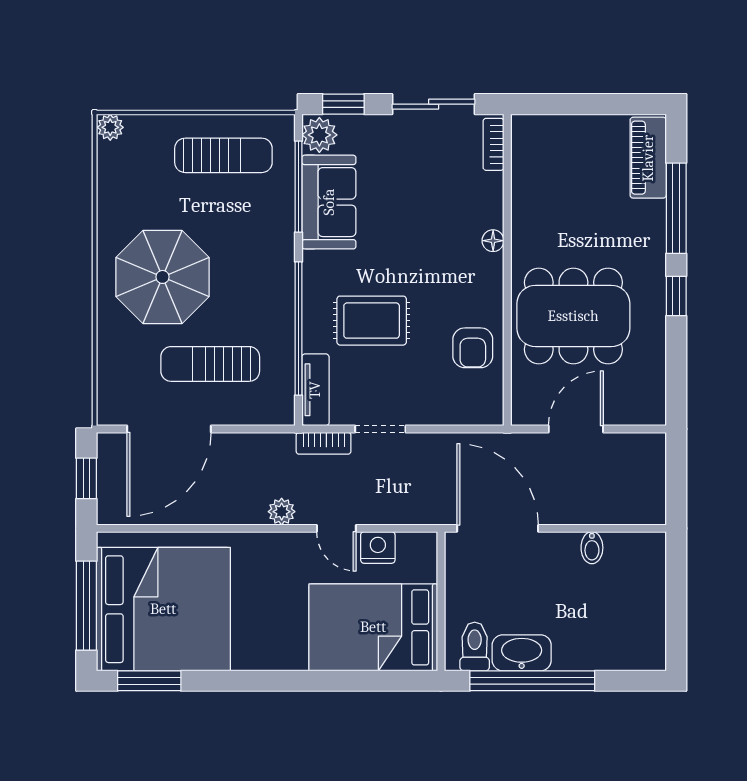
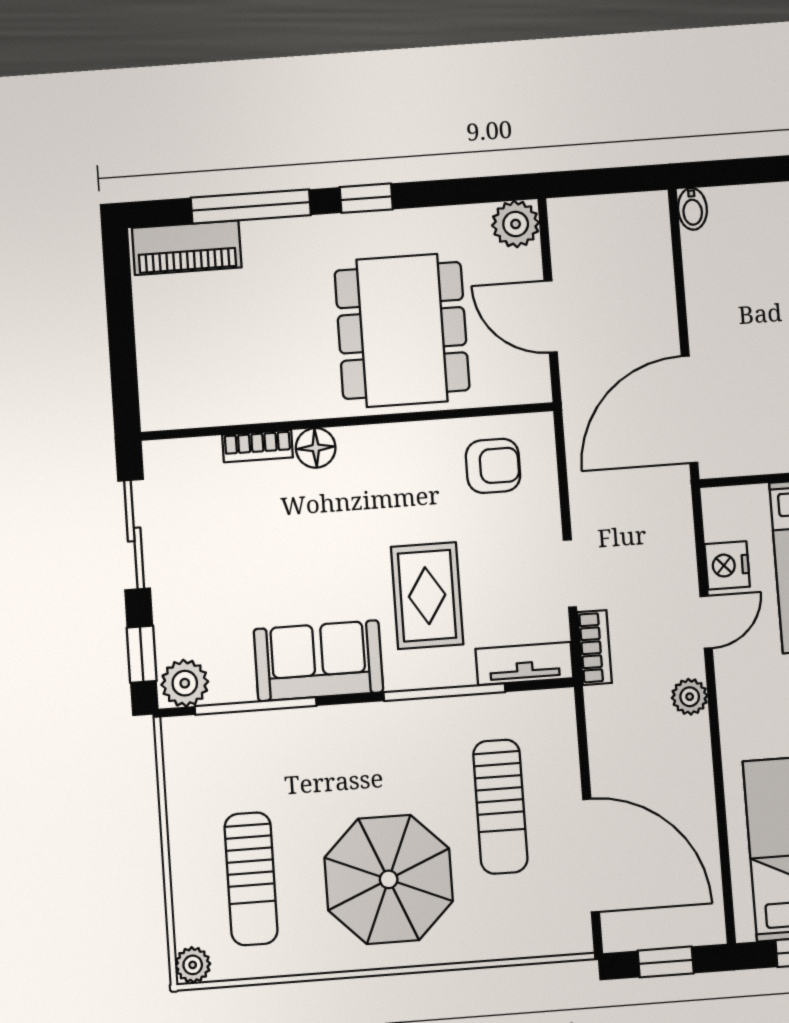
bookcase: (493, 144) -> (258, 446), moved
sun lounger: (223, 155) -> (251, 879), moved, turned 180
sofa: (329, 202) -> (318, 661), moved
floor lamp: (493, 241) -> (316, 448), width x1.37, depth x1.37
window: (298, 328) -> (444, 692), width x0.68
armchair: (473, 348) -> (493, 466), moved
plant: (648, 408) -> (516, 224), added
bidet: (592, 548) -> (692, 209), moved, turned 90

